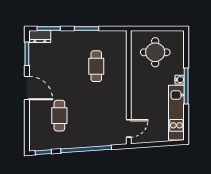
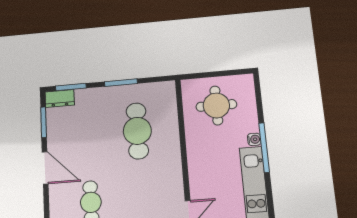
cafe table: (96, 66) -> (137, 131), width x1.37, depth x1.35

